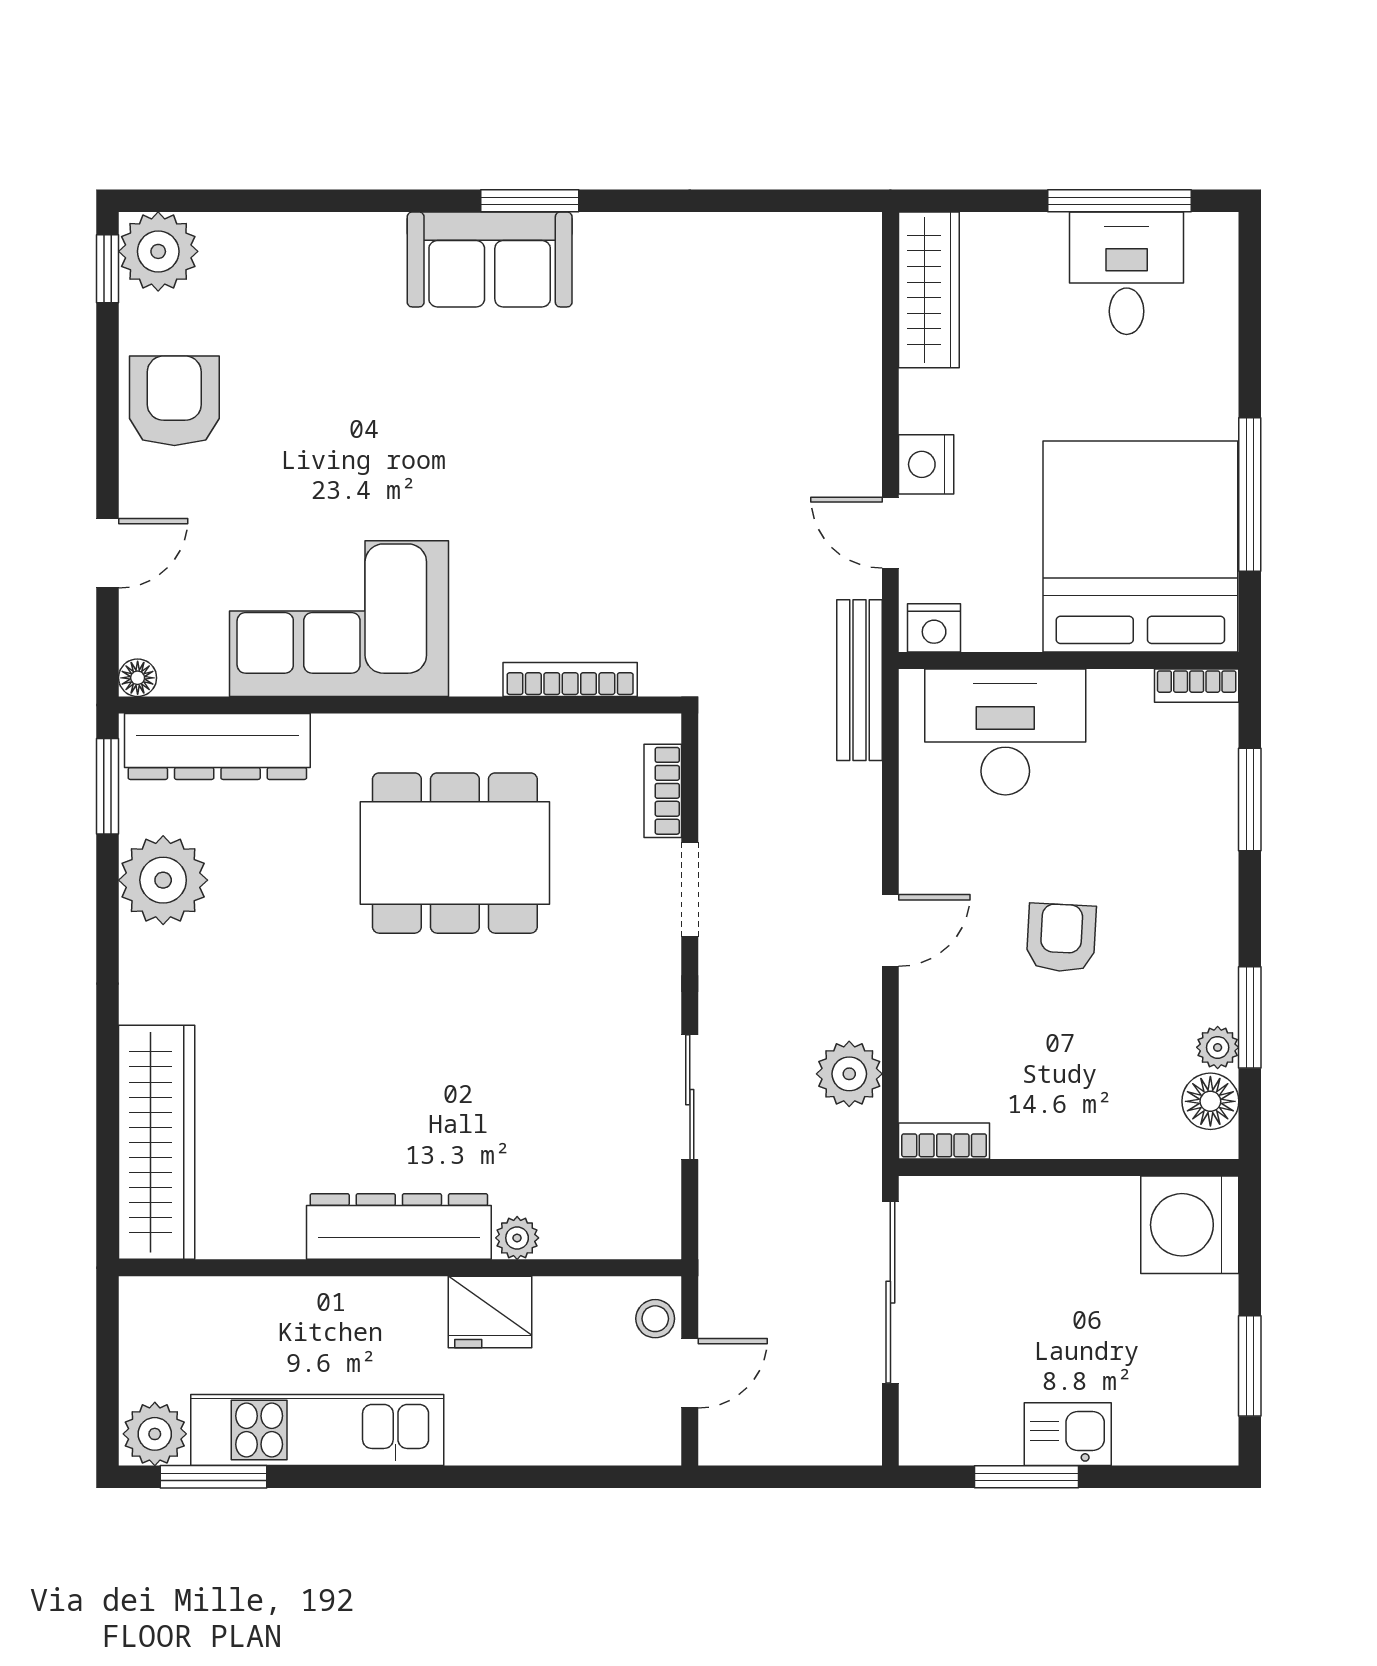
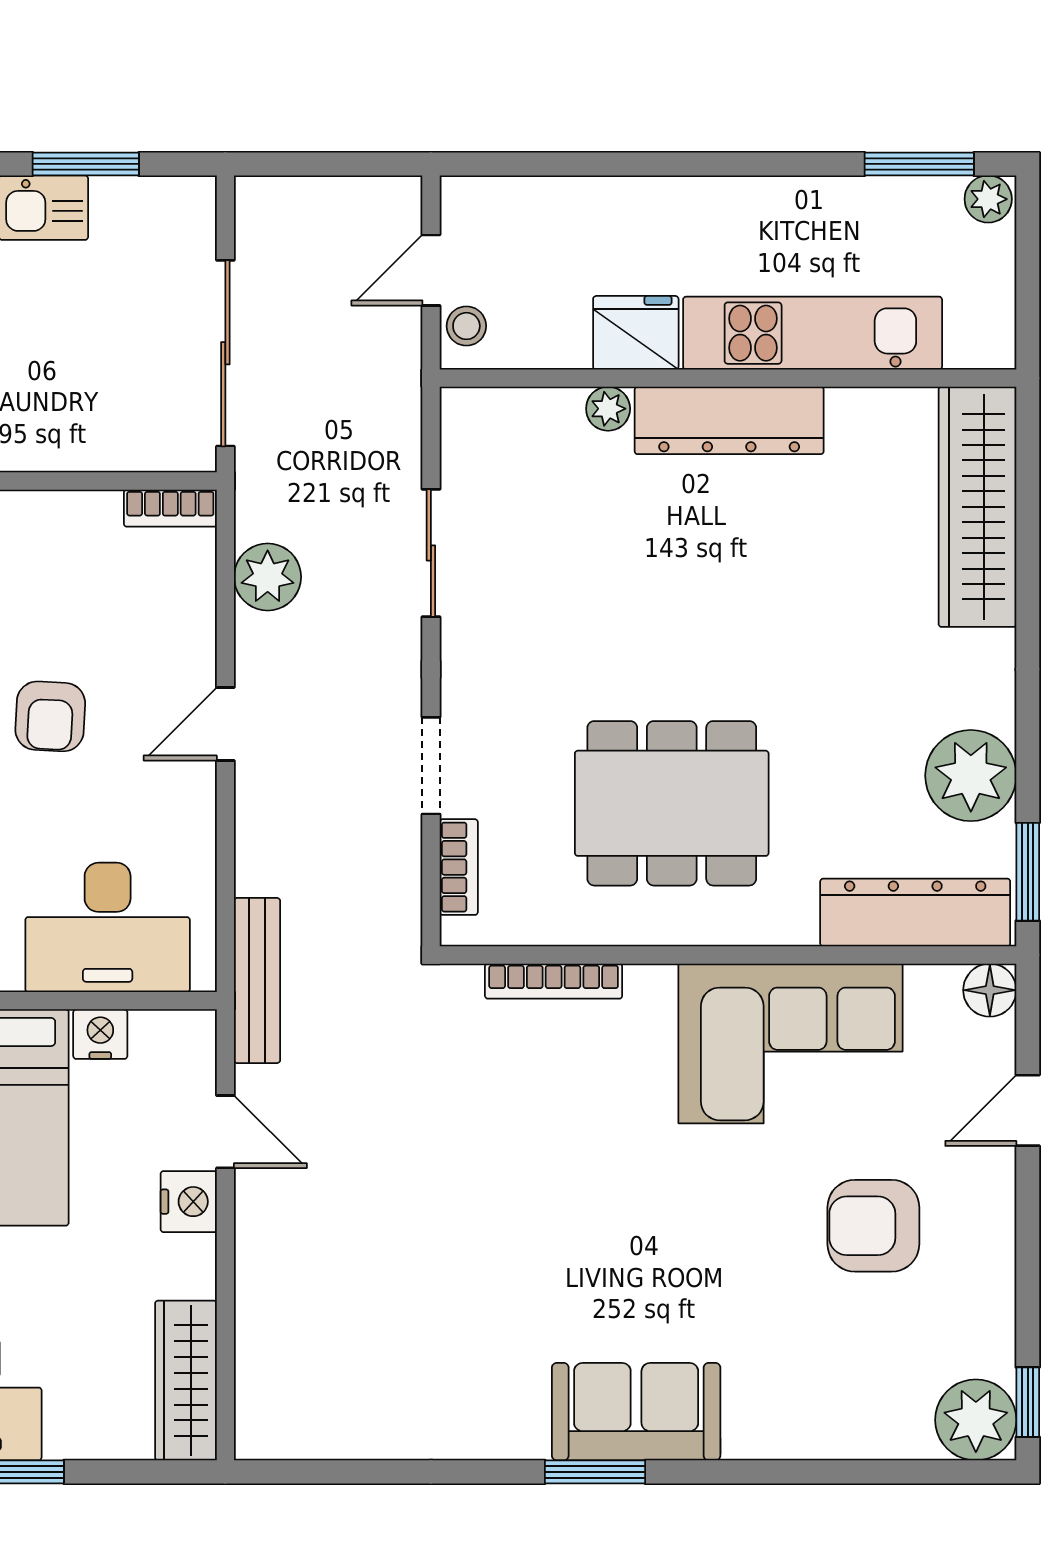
armchair: (174, 401) -> (873, 1226), moved, turned 90
nightstand: (934, 628) -> (100, 1034), moved
floor lamp: (138, 678) -> (990, 990), width x1.37, depth x1.37
kitchen unit: (317, 1430) -> (813, 333), moved, turned 180
plant: (155, 1434) -> (988, 199), width x0.73, depth x0.73

